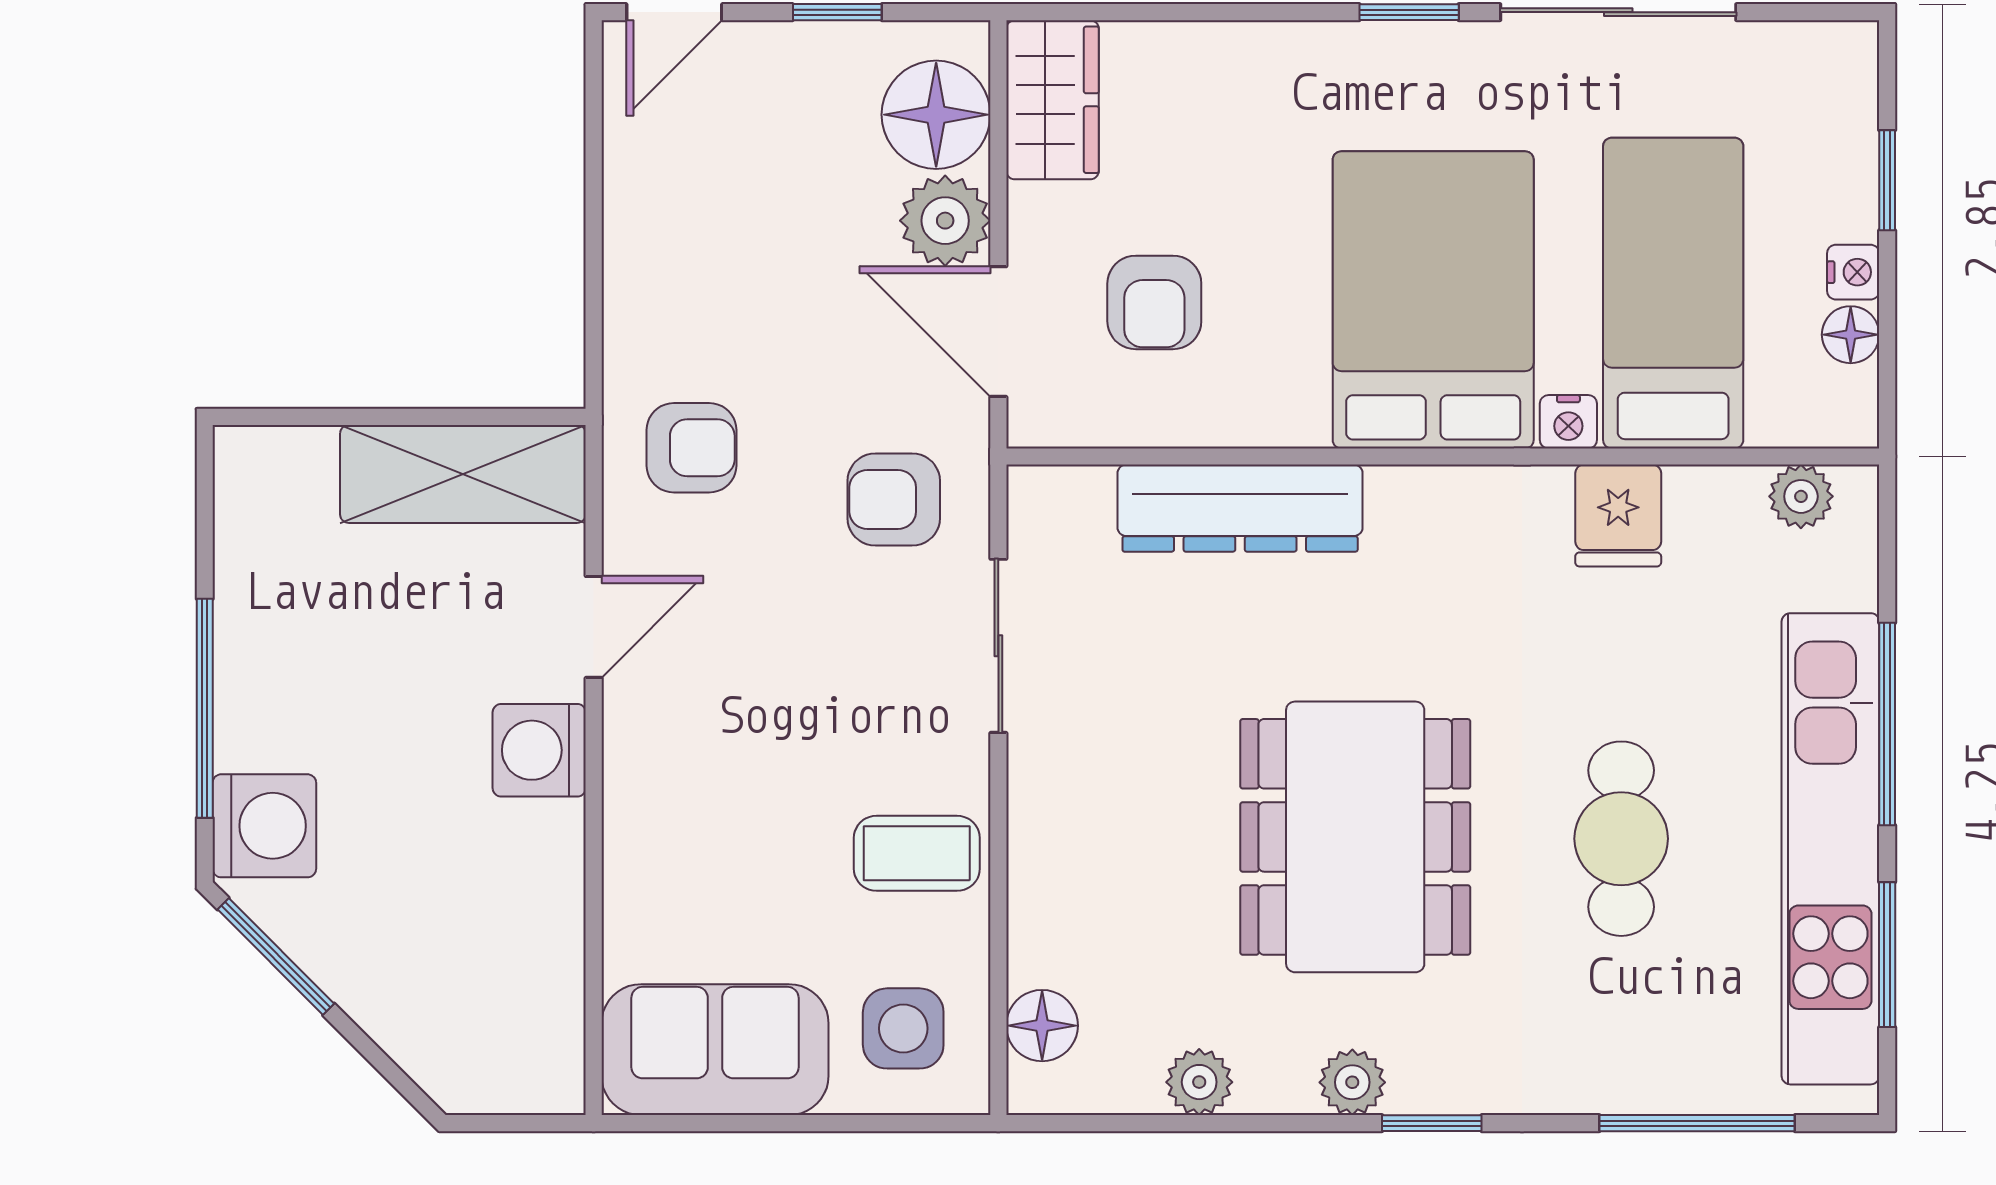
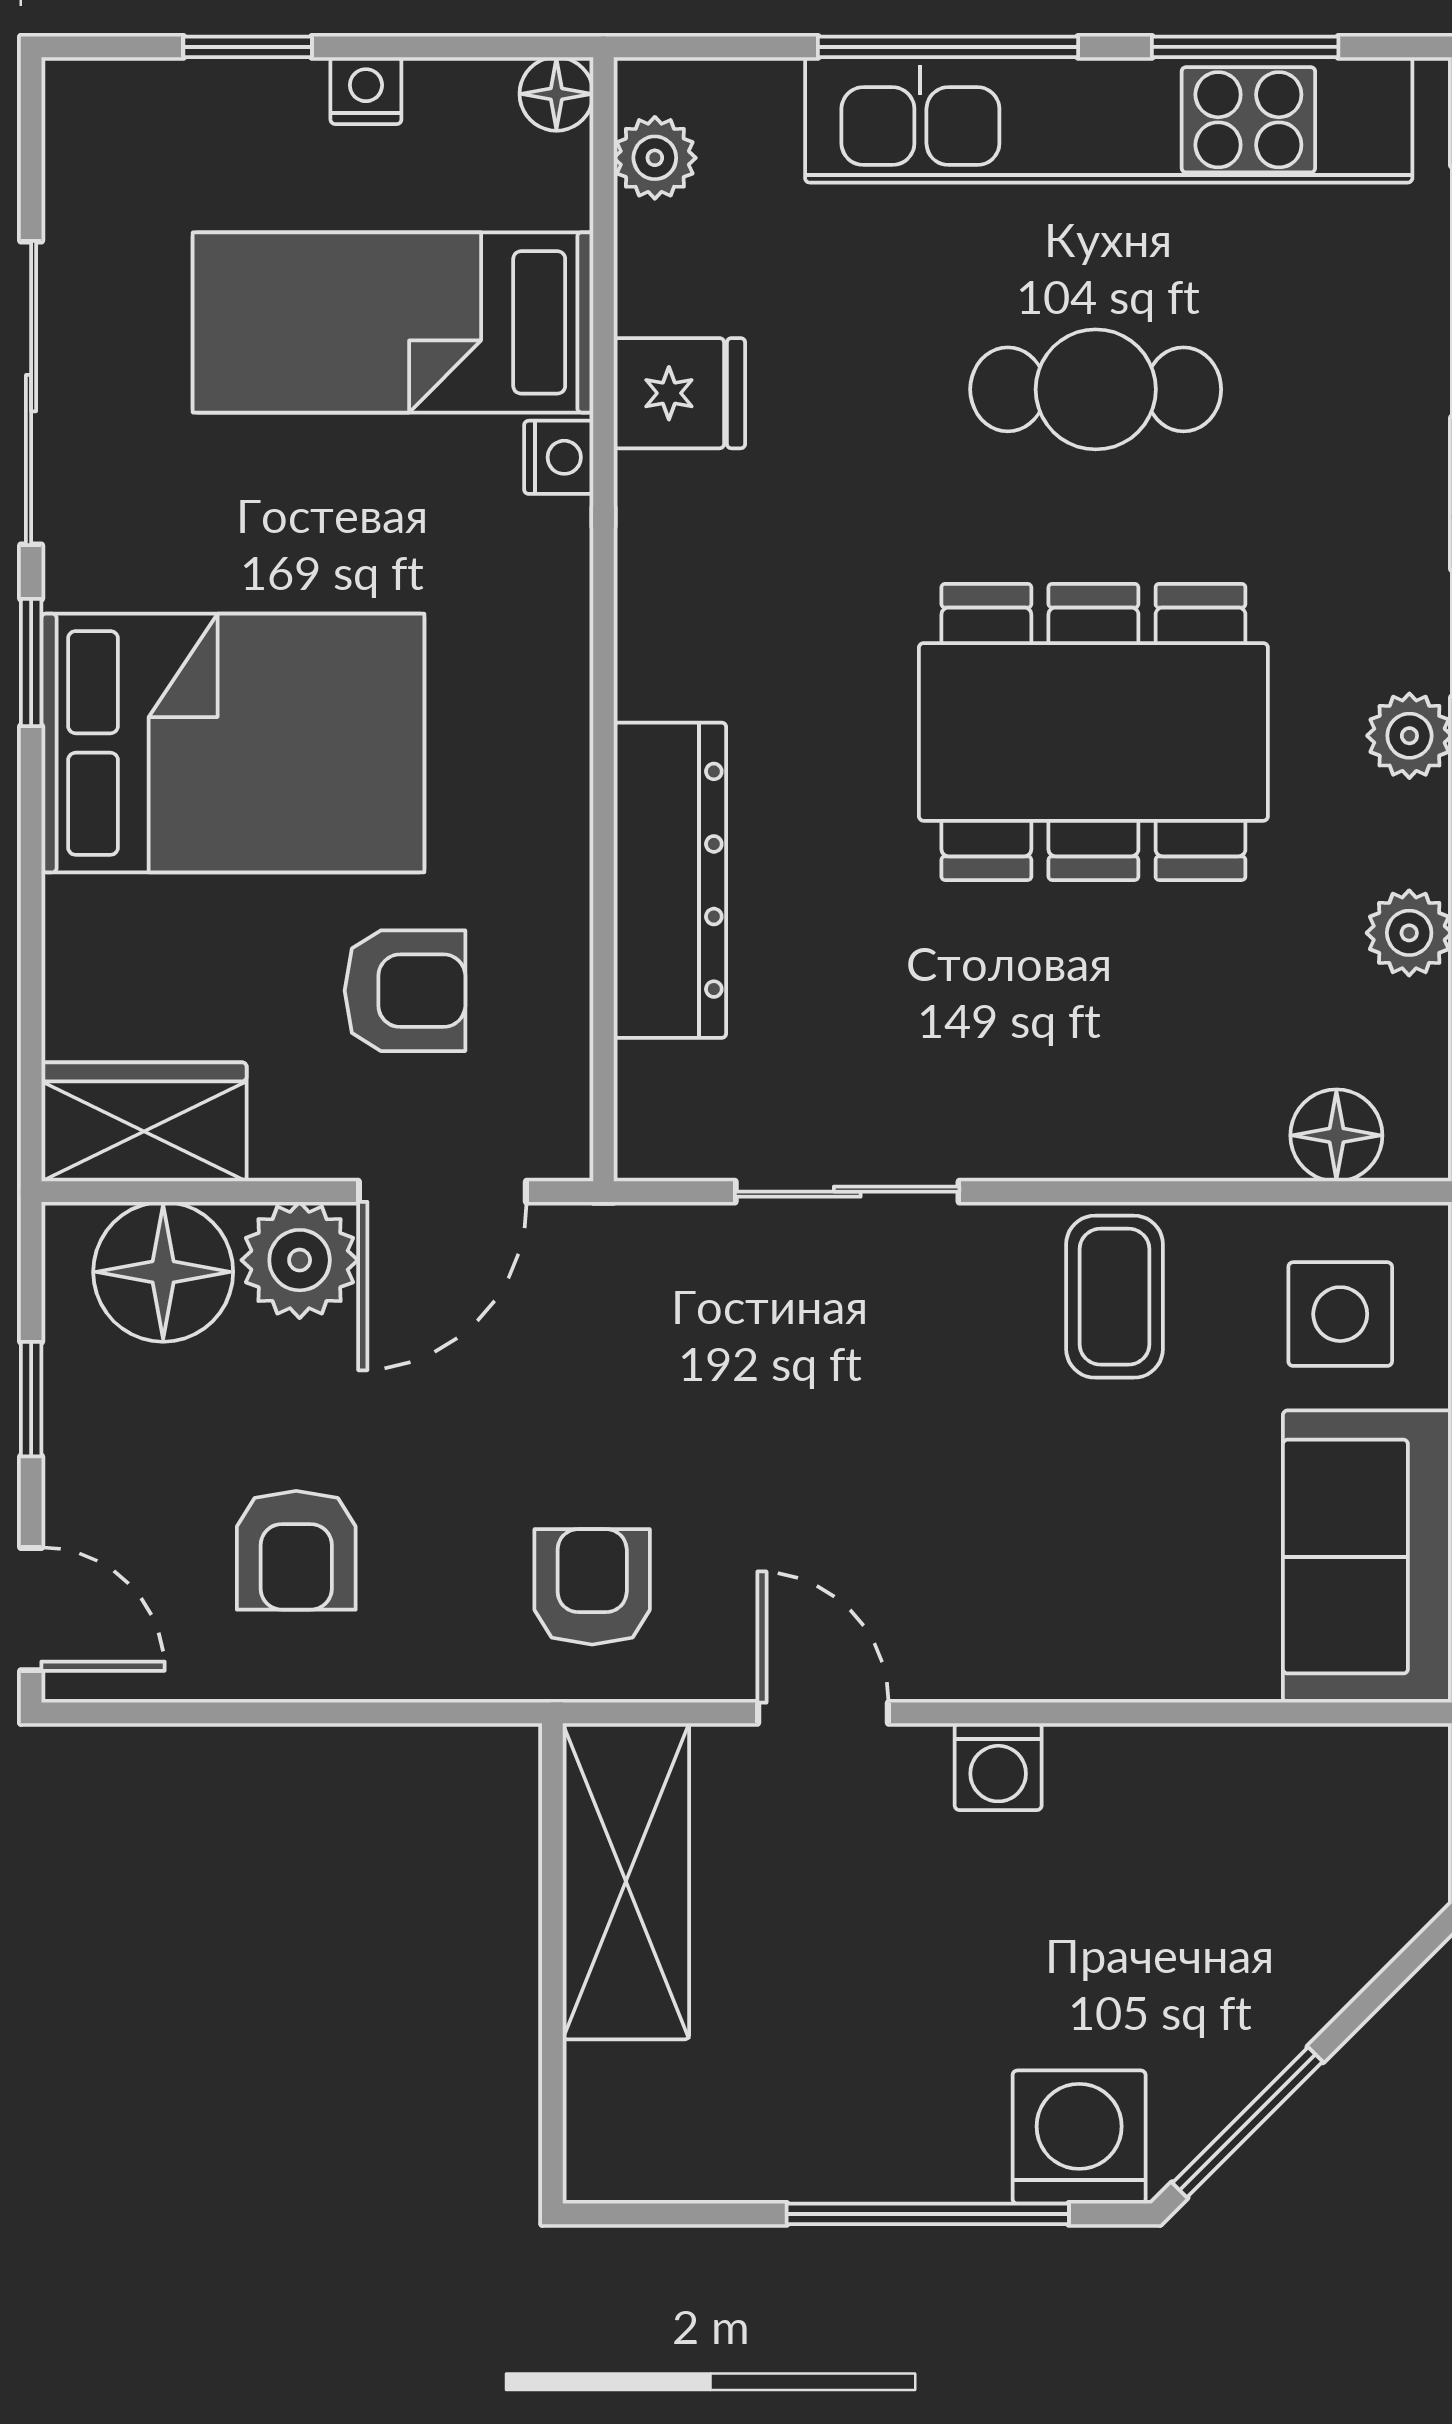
bed: (1433, 300) -> (233, 743), moved, turned 180
floor lamp: (1851, 335) -> (556, 94), moved
armchair: (894, 500) -> (296, 1550), moved
washing machine: (539, 750) -> (998, 1767), width x0.73, depth x0.73

